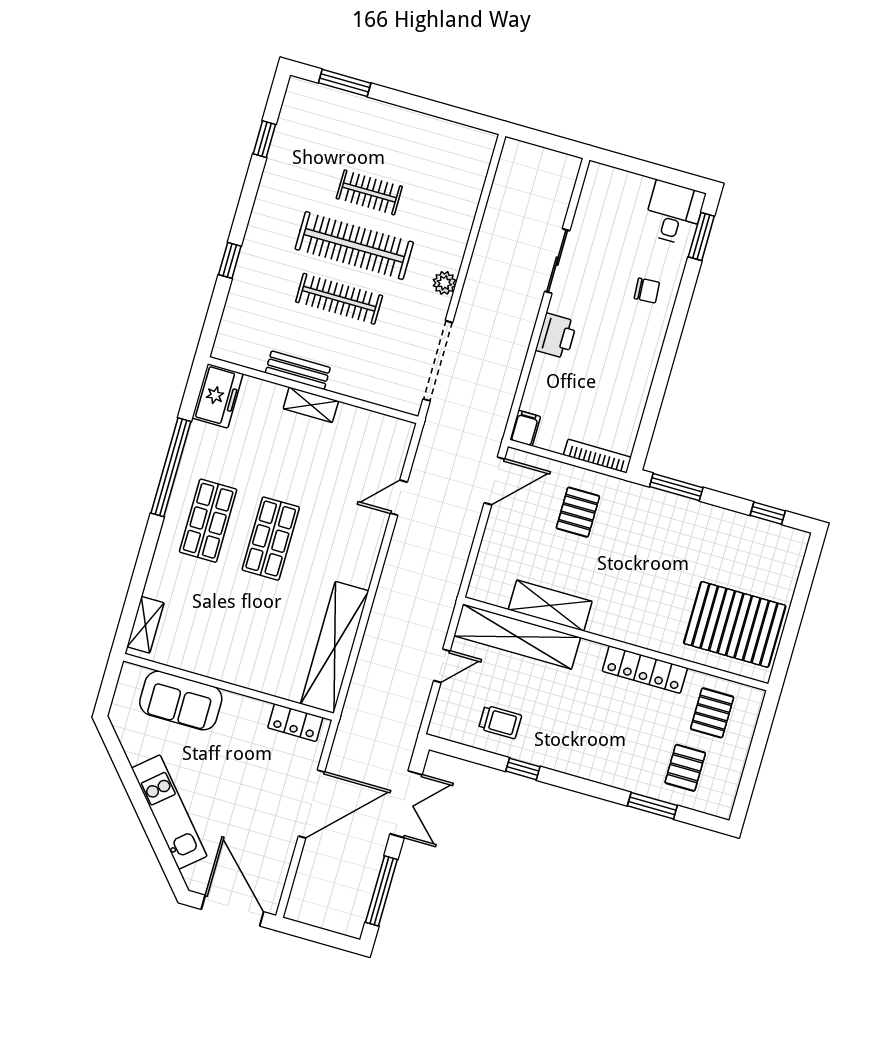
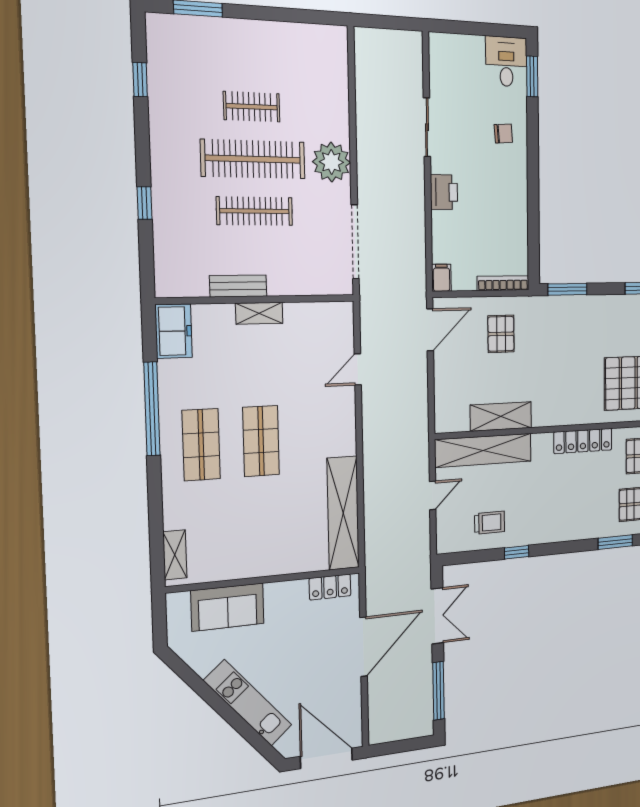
plant: (444, 283) -> (331, 162), width x1.88, depth x1.88

